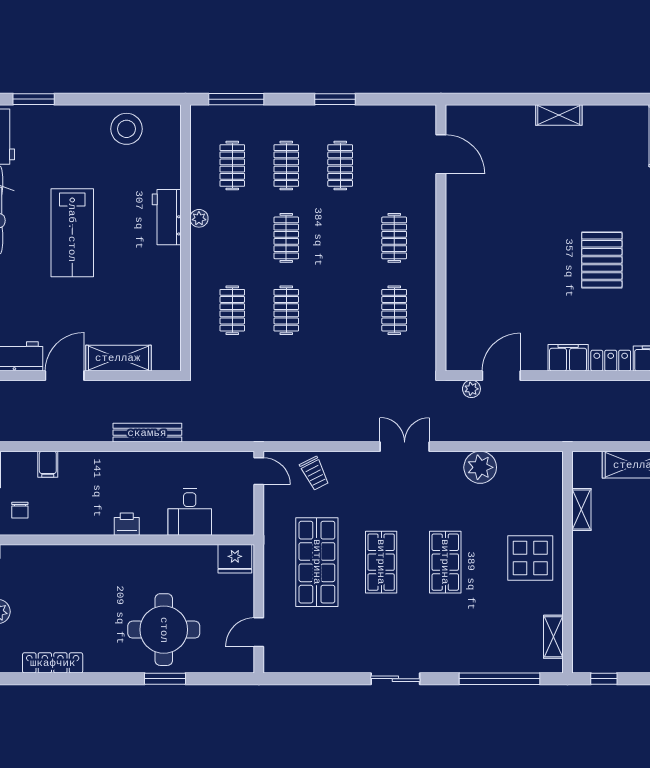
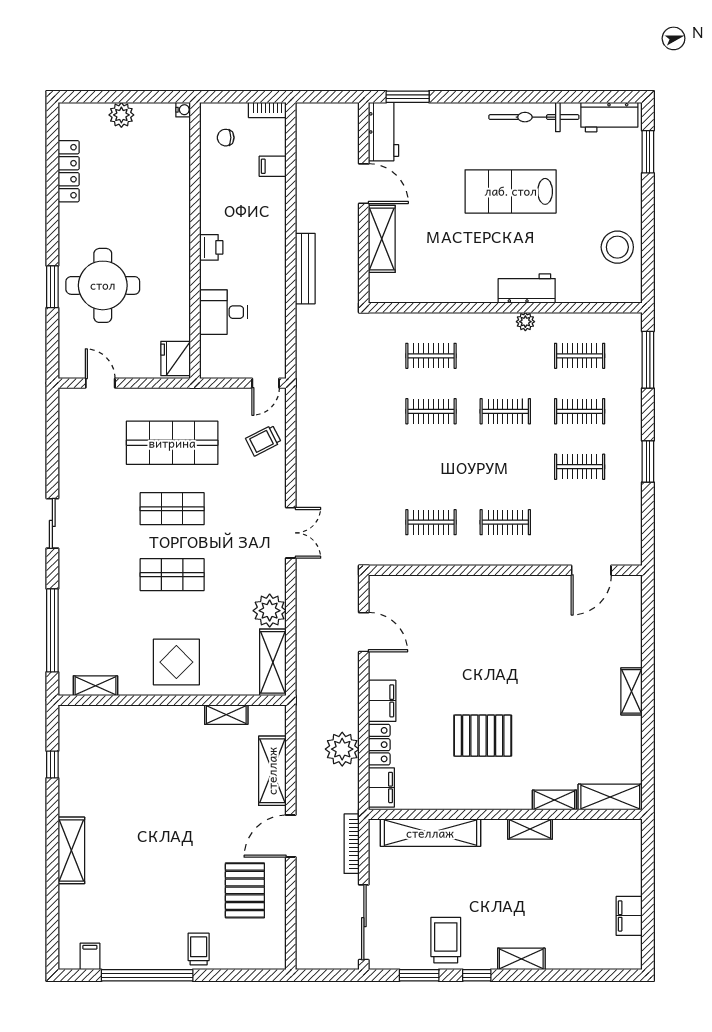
plant: (471, 389) -> (342, 749), moved, width x1.88, depth x1.88
shelving: (531, 464) -> (273, 662), added
window: (604, 679) -> (52, 765), moved

